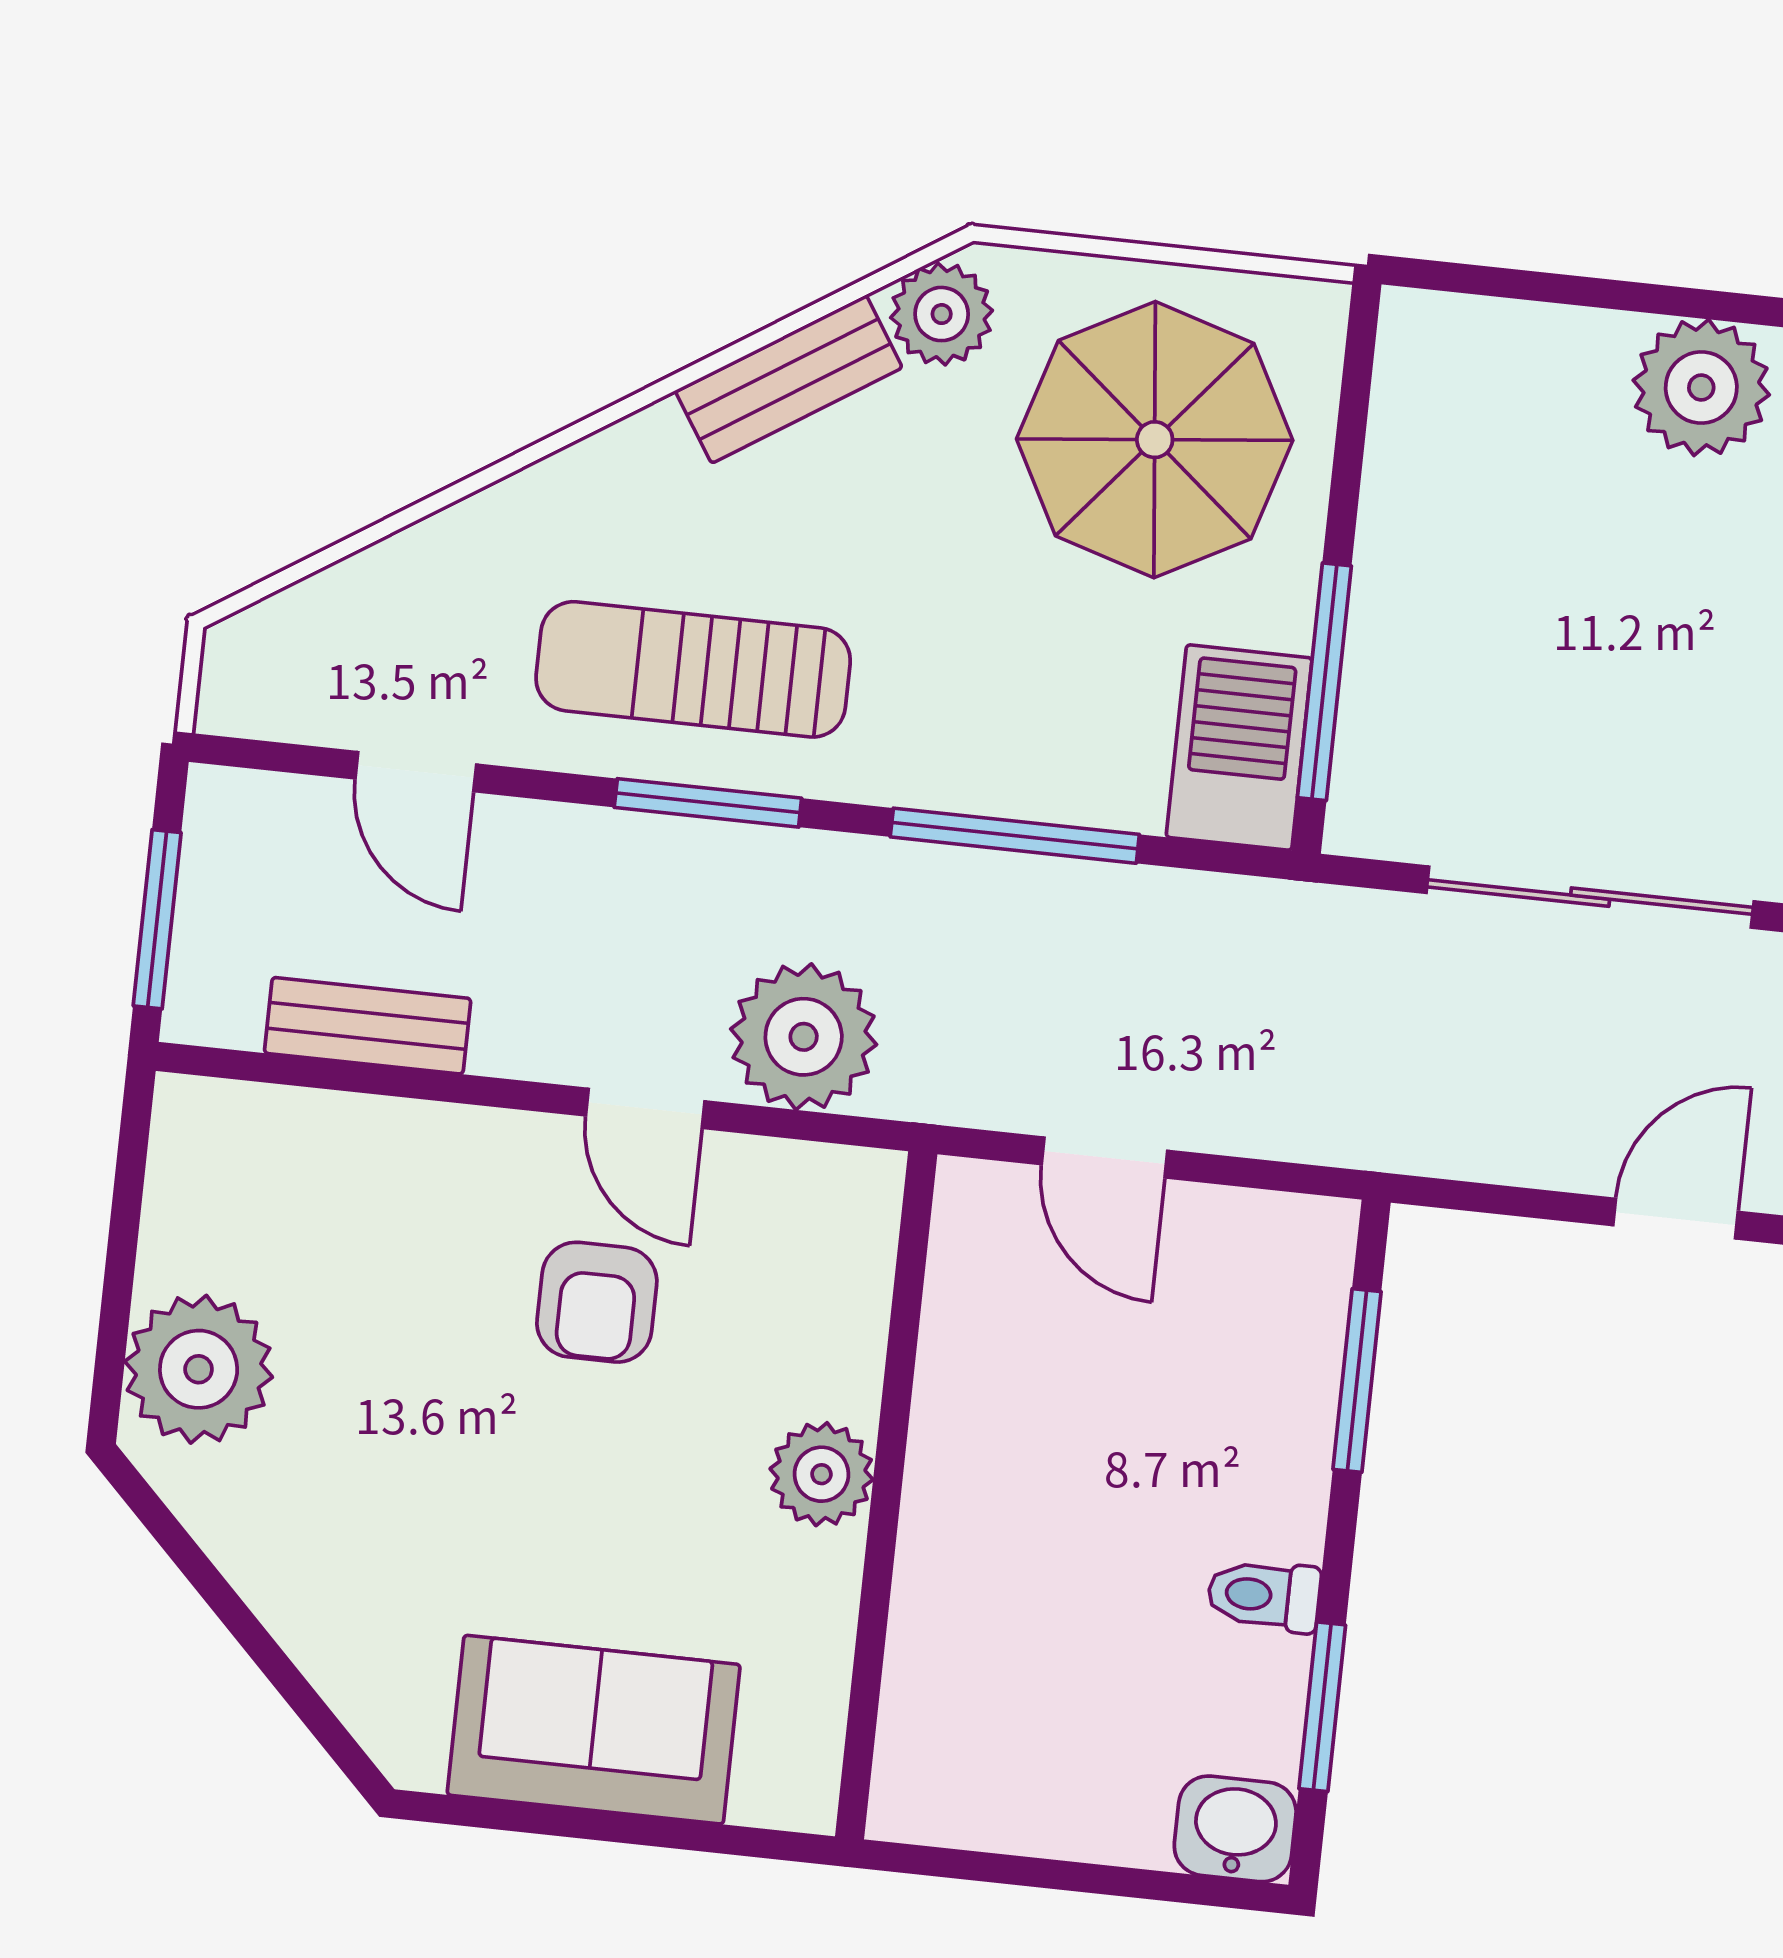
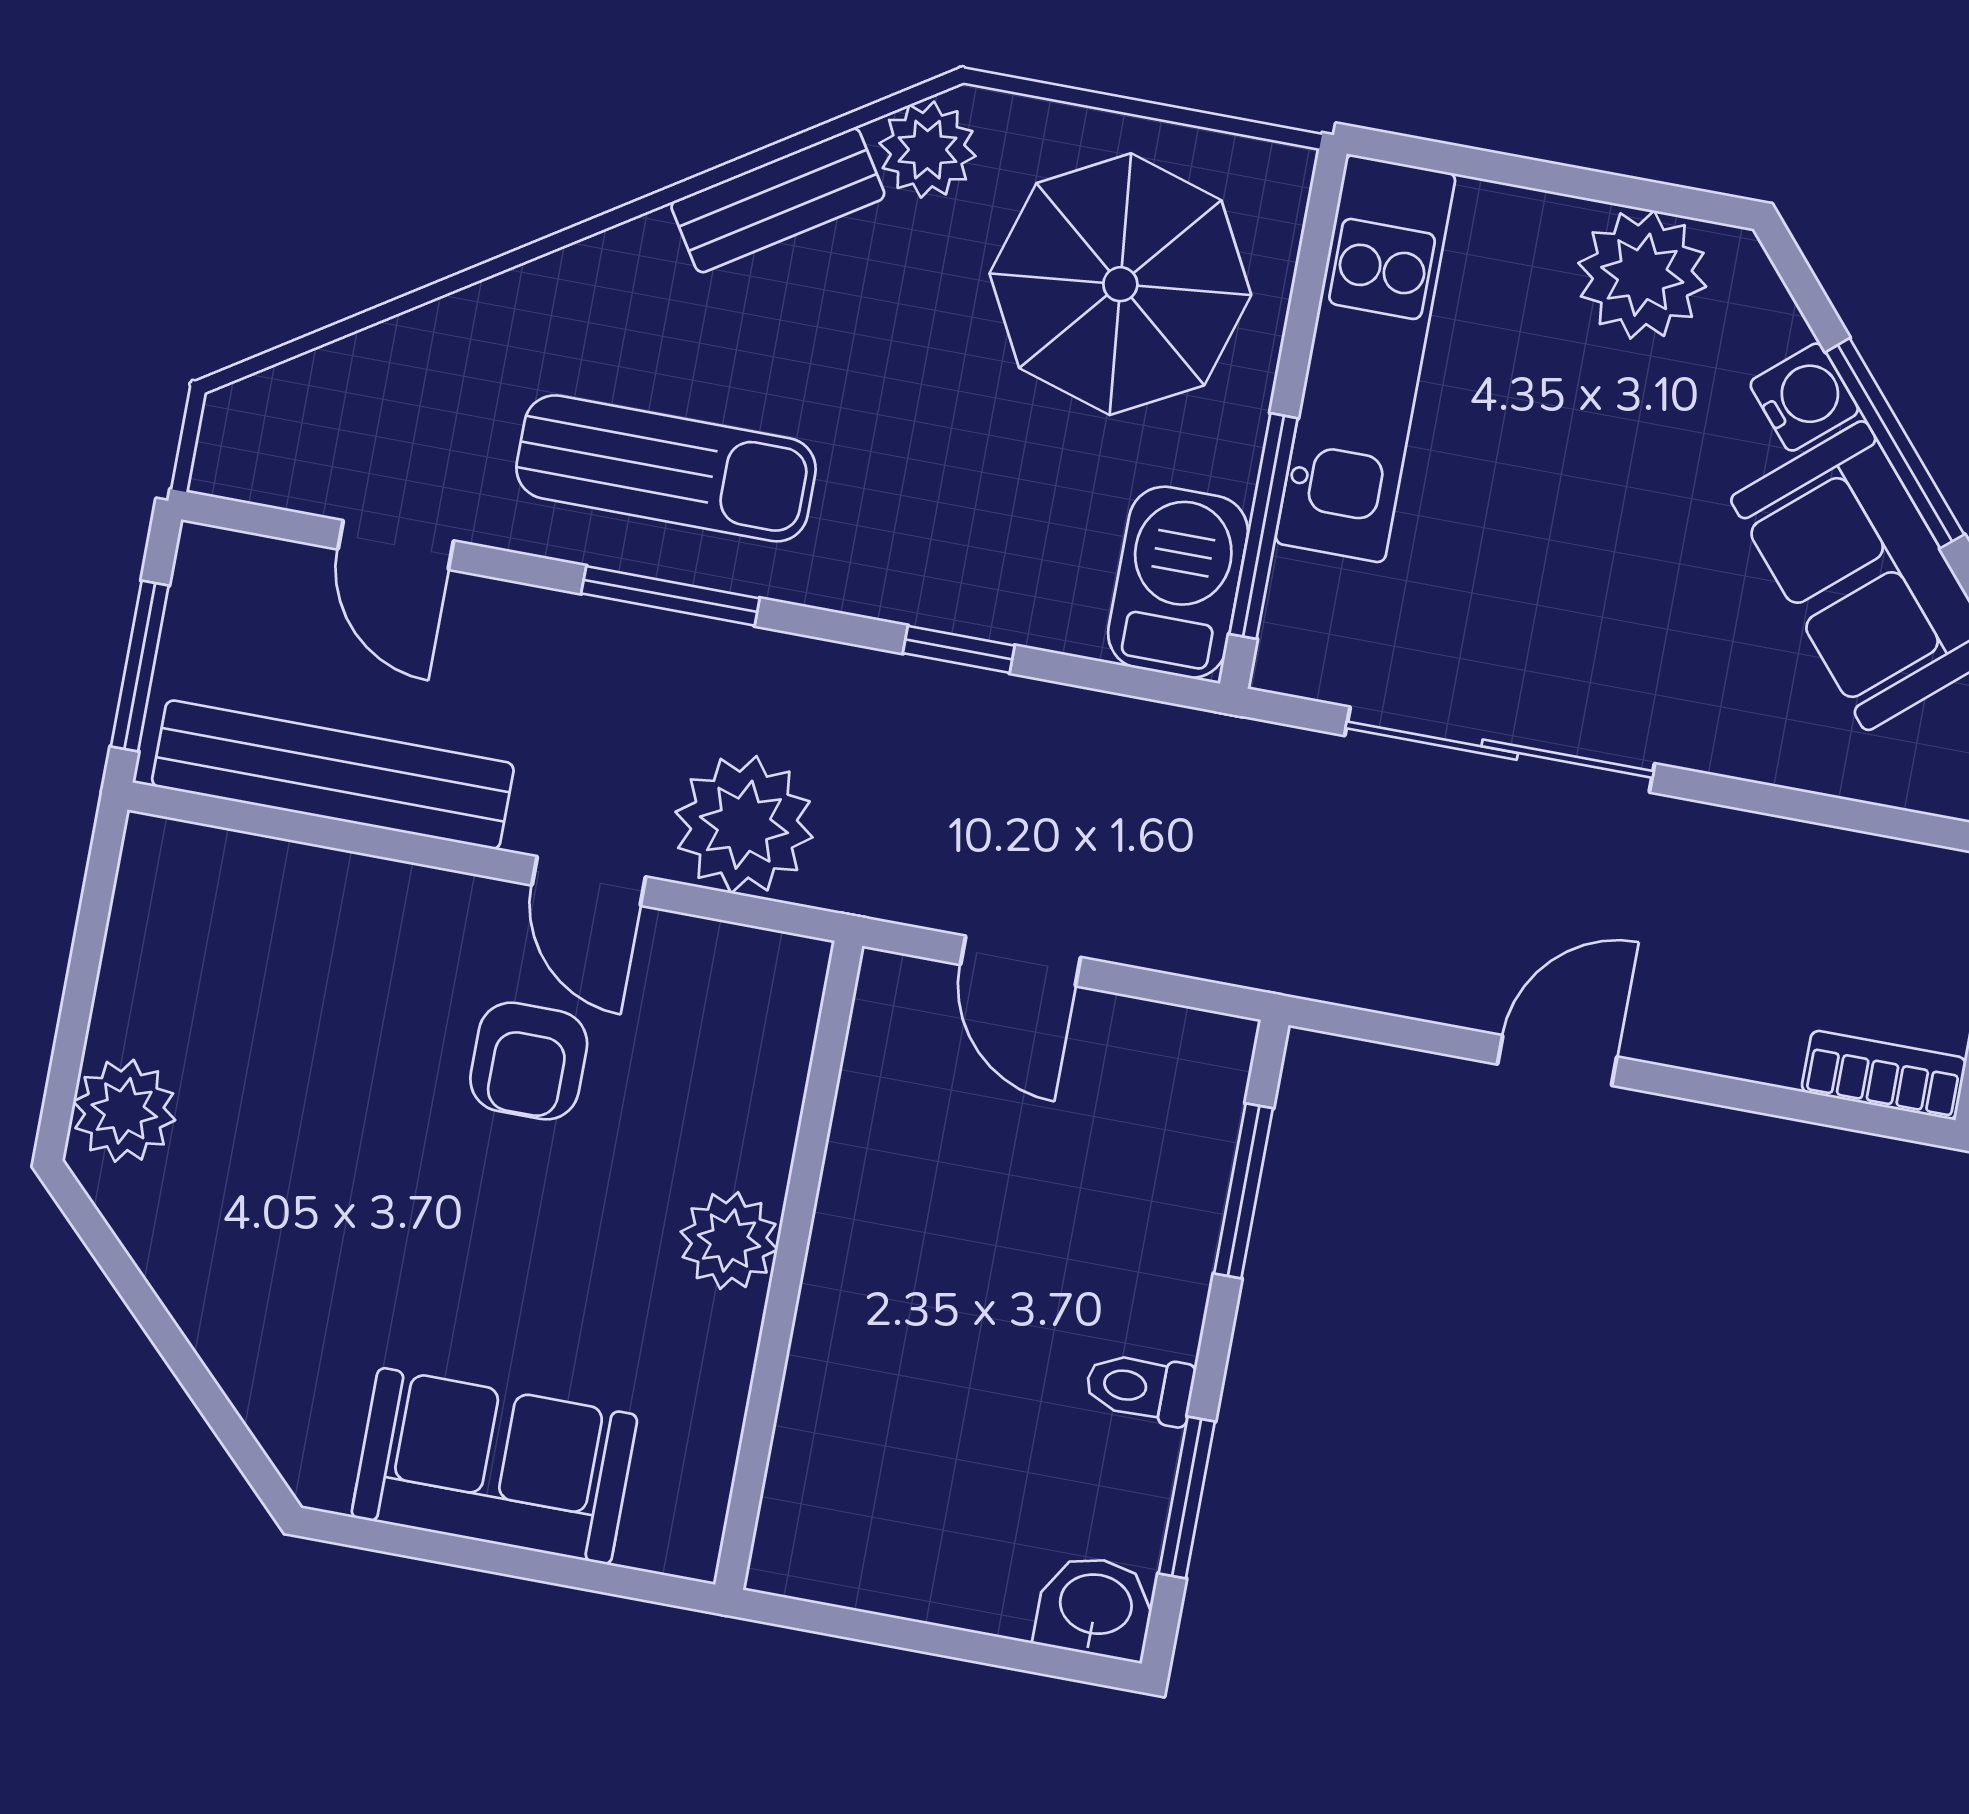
kitchen unit: (1418, 498) -> (1365, 359), added
sun lounger: (693, 669) -> (666, 468), turned 180
window: (1015, 836) -> (959, 649), width x0.46
bench: (368, 1026) -> (333, 775), width x1.86, depth x1.21
plant: (199, 1369) -> (124, 1111), width x0.73, depth x0.73

